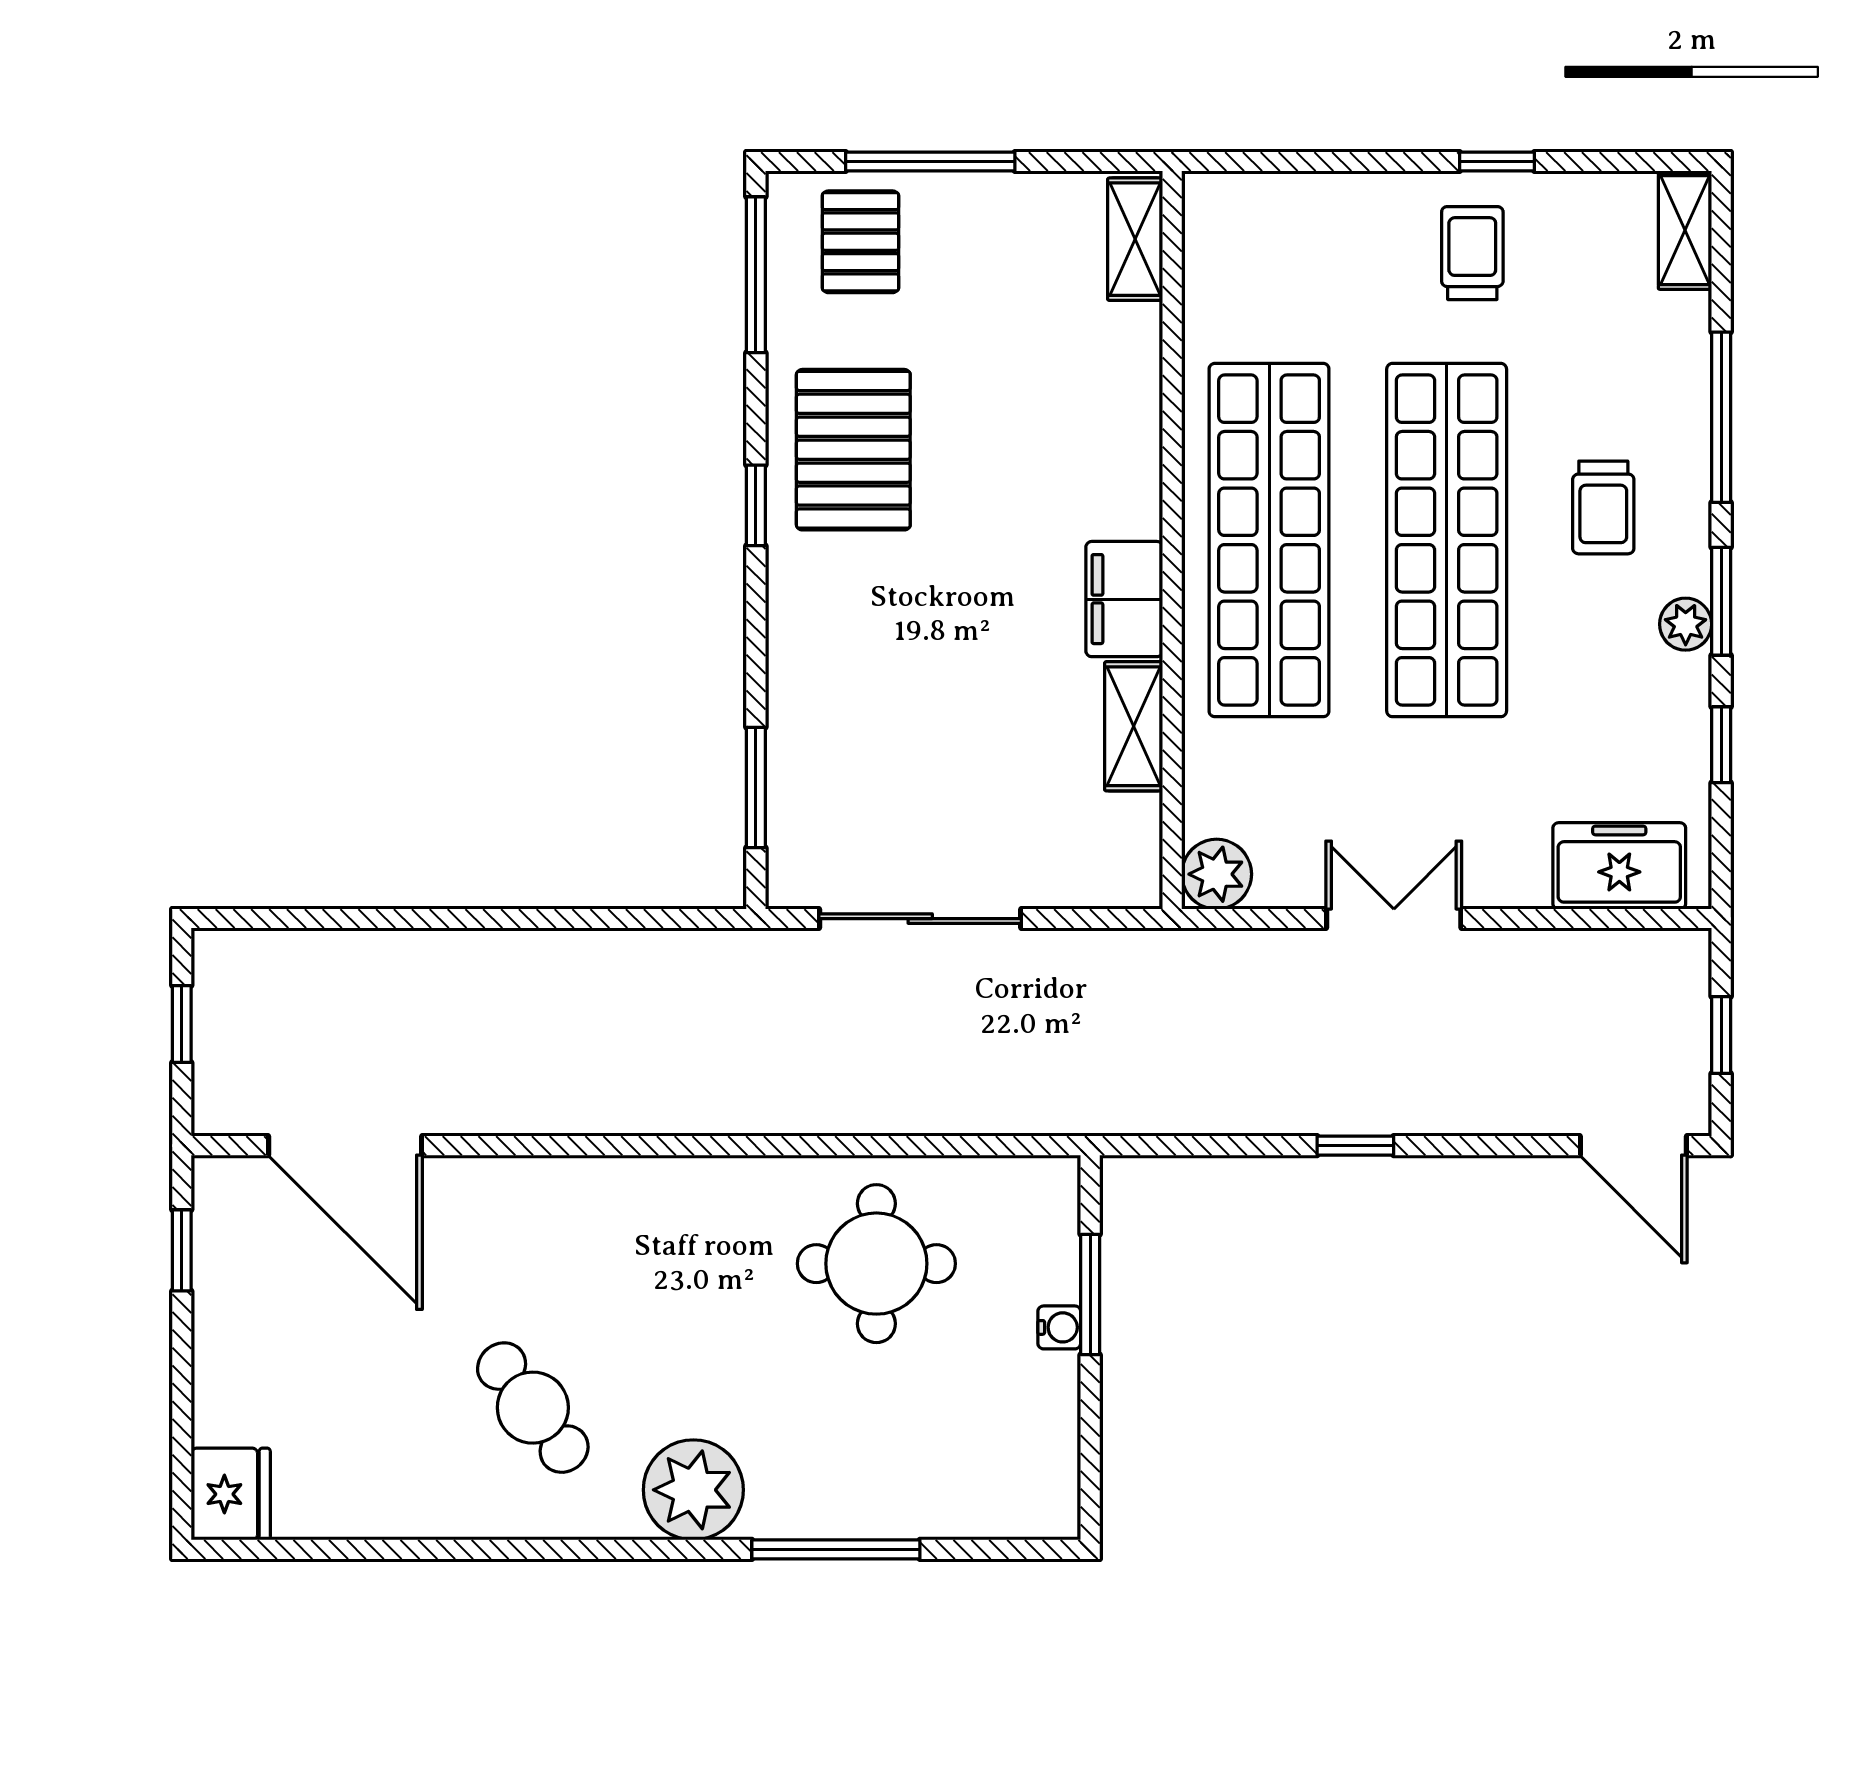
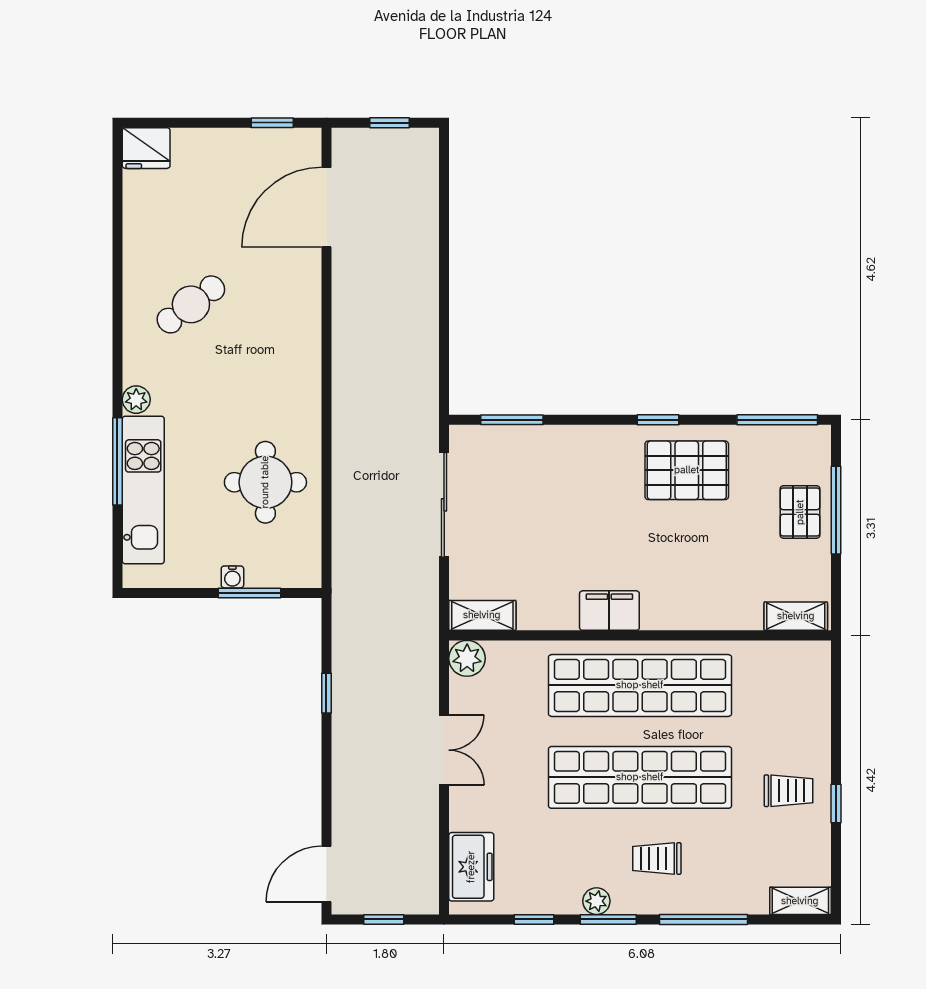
pallet: (860, 242) -> (800, 512), moved, turned 90
shelving: (1134, 726) -> (482, 615), moved
window: (1355, 1146) -> (326, 693), moved
plant: (693, 1490) -> (136, 400), width x0.53, depth x0.53
kitchen unit: (891, 1500) -> (143, 490), added

